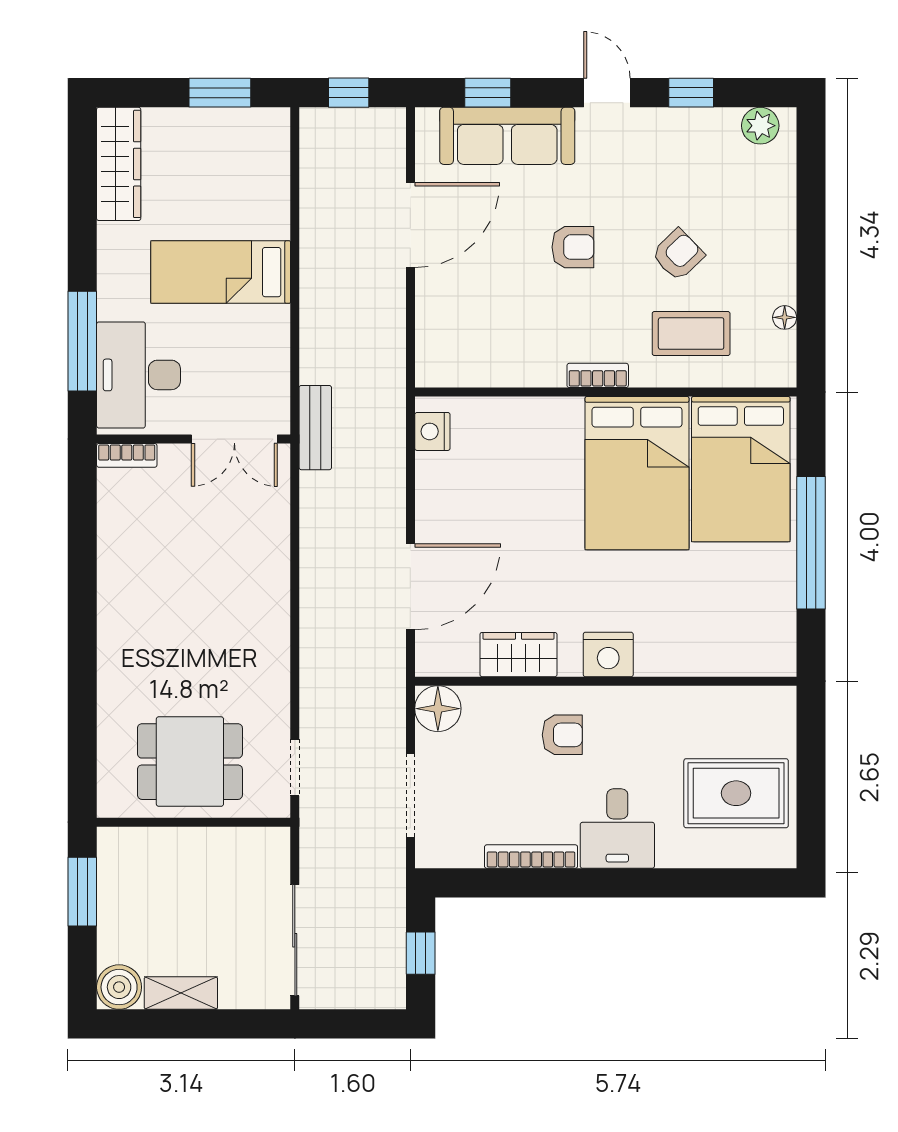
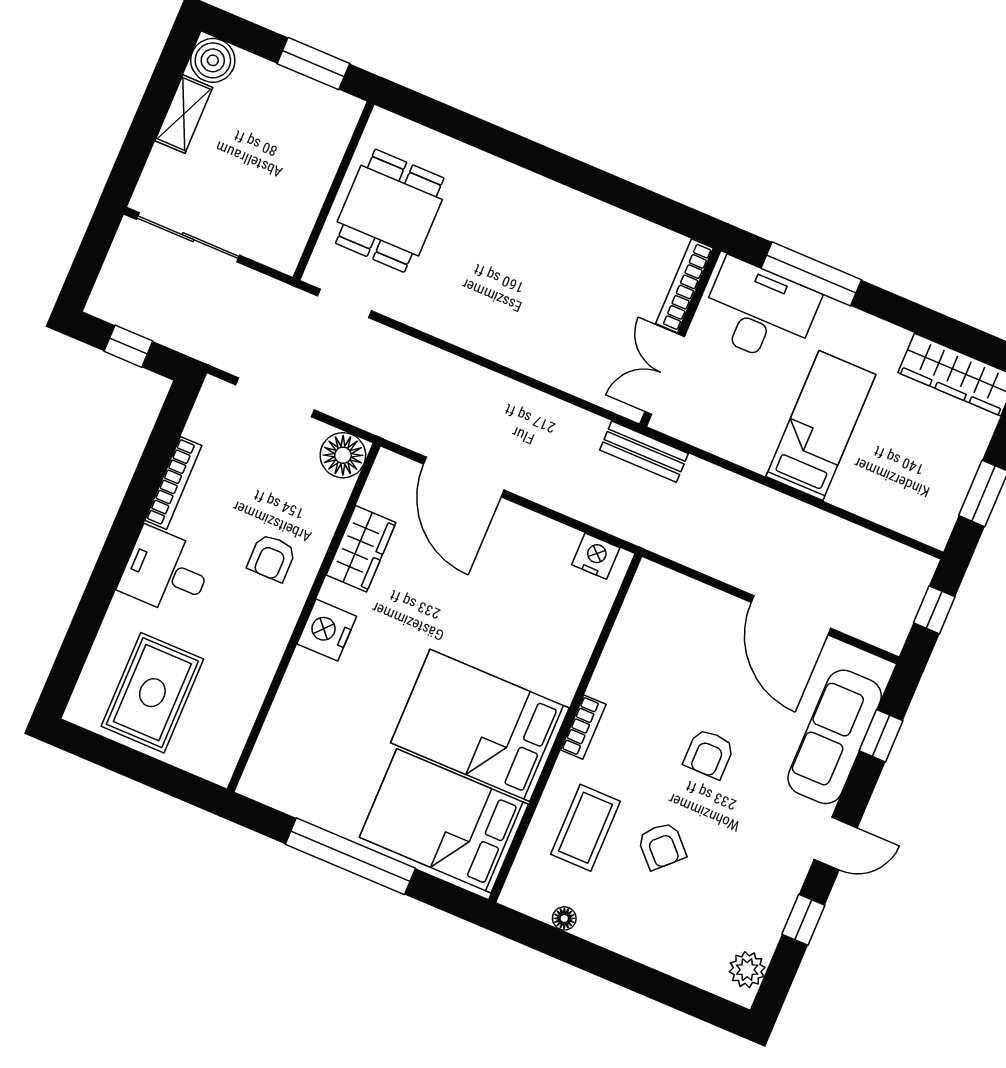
bookcase: (127, 455) -> (684, 286), width x1.56

